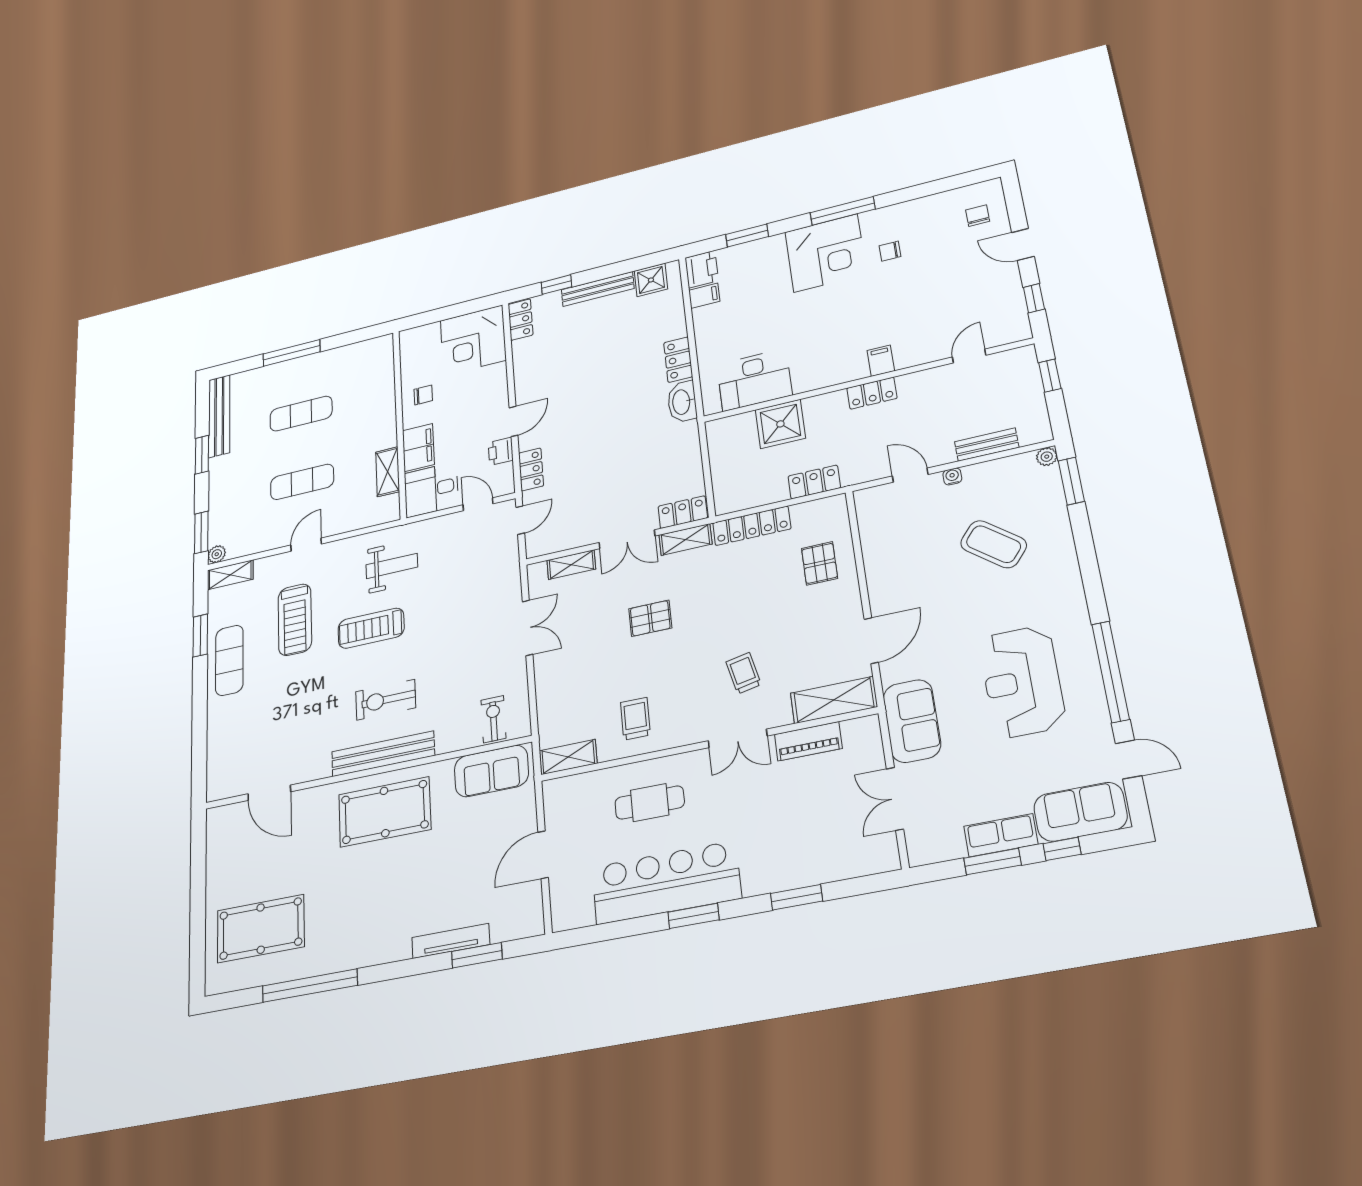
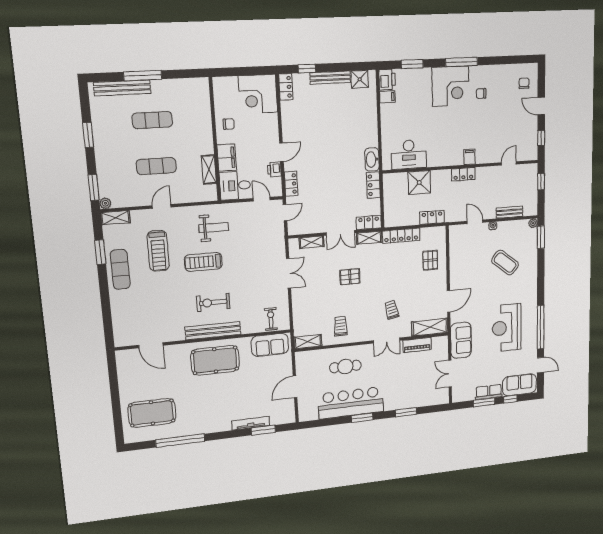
locker: (678, 360) -> (373, 185), moved
bench: (219, 416) -> (122, 88), moved, turned 90

